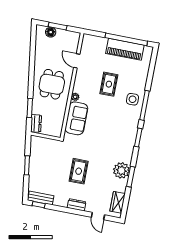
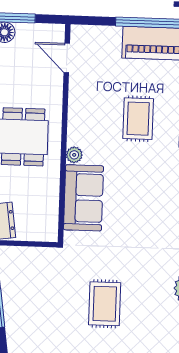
door: (77, 61) -> (67, 58), moved

